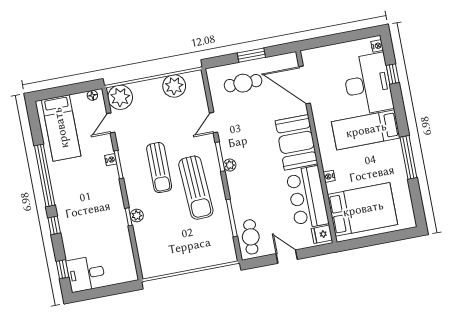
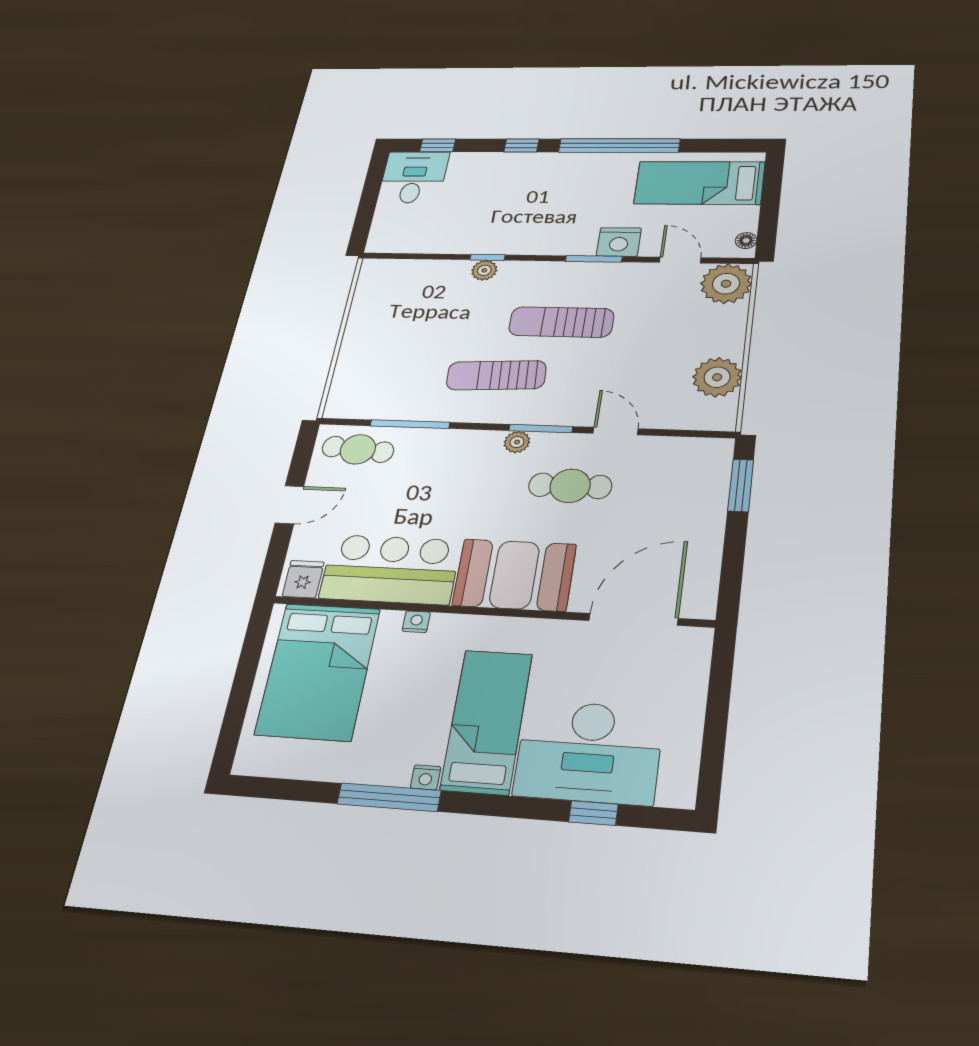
nightstand: (377, 46) -> (426, 777), moved
window: (251, 55) -> (741, 485), moved
cafe table: (243, 83) -> (570, 486), moved, turned 90
nightstand: (111, 160) -> (619, 242), width x1.89, depth x1.79
sun lounger: (196, 188) -> (496, 375), width x0.73, depth x0.75

